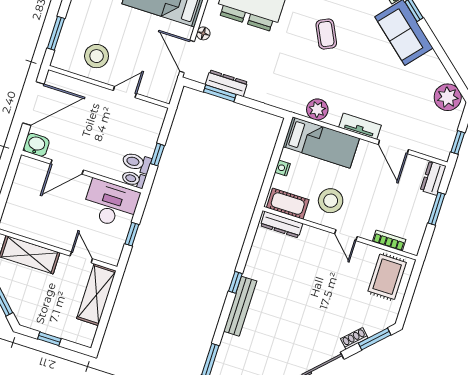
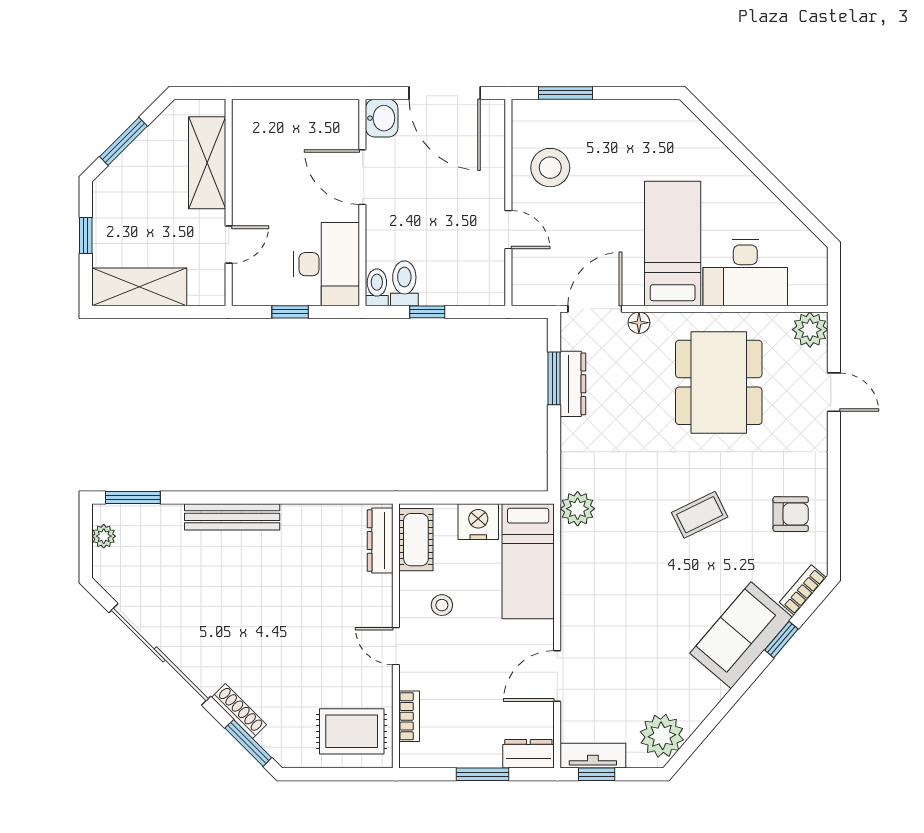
plant: (317, 109) -> (578, 509), moved
tv unit: (360, 126) -> (593, 756), moved, turned -90
nightstand: (282, 168) -> (478, 522), width x1.89, depth x1.79
stool: (331, 201) -> (442, 605), width x0.53, depth x0.53
door: (346, 235) -> (396, 646), hinge flipped
window: (235, 282) -> (267, 497), removed
shelving: (96, 295) -> (139, 287), moved
shoe rack: (354, 338) -> (239, 711), width x1.43

